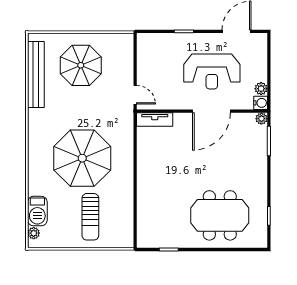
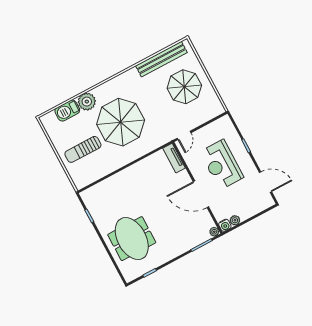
reception desk: (212, 71) -> (222, 165), moved
plant: (34, 233) -> (87, 102), moved, width x1.88, depth x1.88

